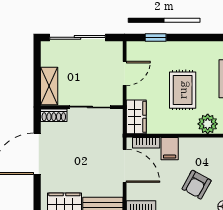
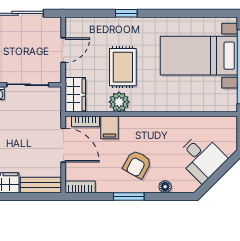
window: (156, 37) -> (126, 13), moved
plant: (208, 124) -> (119, 102), moved

